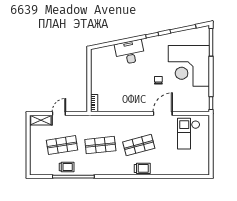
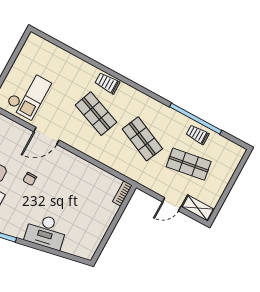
shop shelf: (100, 145) -> (142, 139), turned 30
shop shelf: (139, 145) -> (96, 114), turned 36

